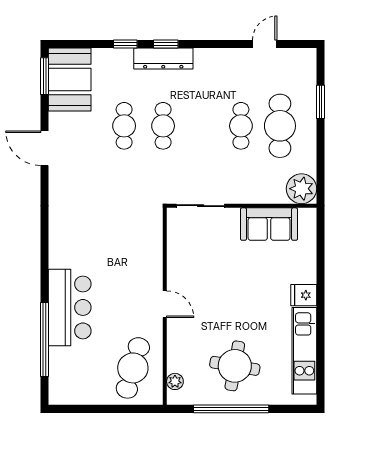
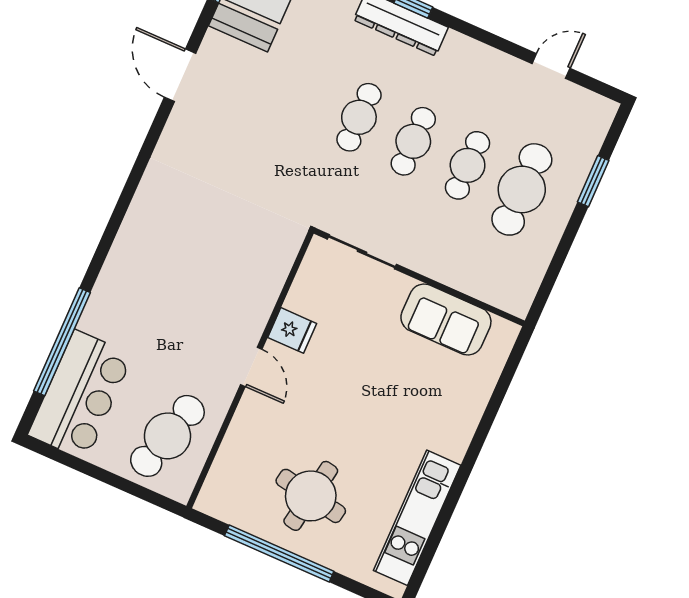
cafe table: (124, 126) -> (413, 141), moved
plant: (302, 189) -> (513, 290), removed
fridge: (304, 295) -> (292, 330), moved, turned 180
bar counter: (70, 307) -> (80, 395), moved
plant: (175, 381) -> (218, 481), removed

